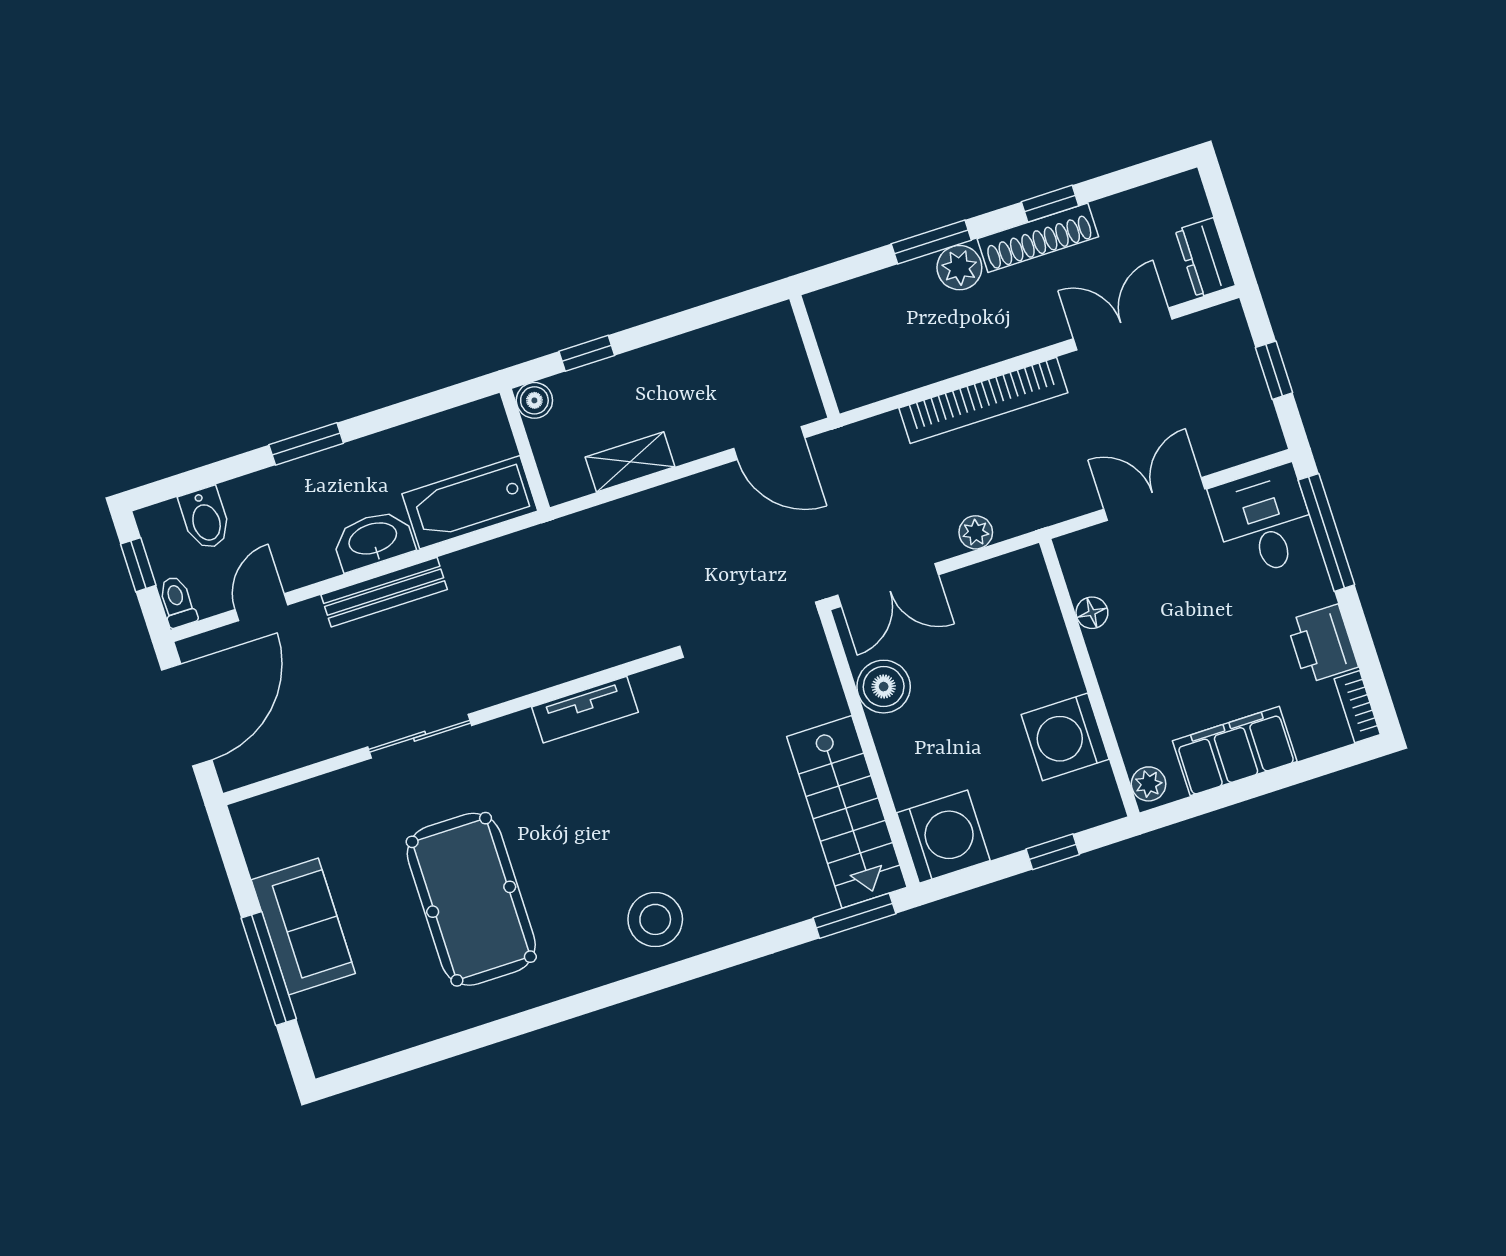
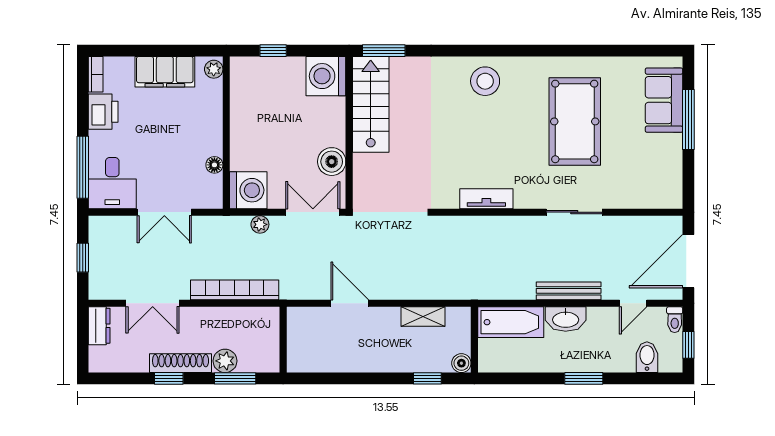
wall: (814, 356) -> (283, 340), moved
washing machine: (1065, 737) -> (248, 190), moved
sofa: (303, 927) -> (664, 100), moved

